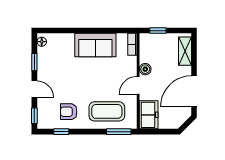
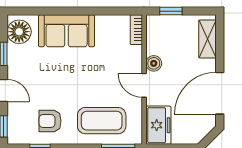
floor lamp: (42, 42) -> (19, 32), width x1.89, depth x1.89
sofa: (95, 45) -> (67, 31), moved
door: (138, 85) -> (144, 85), hinge flipped

